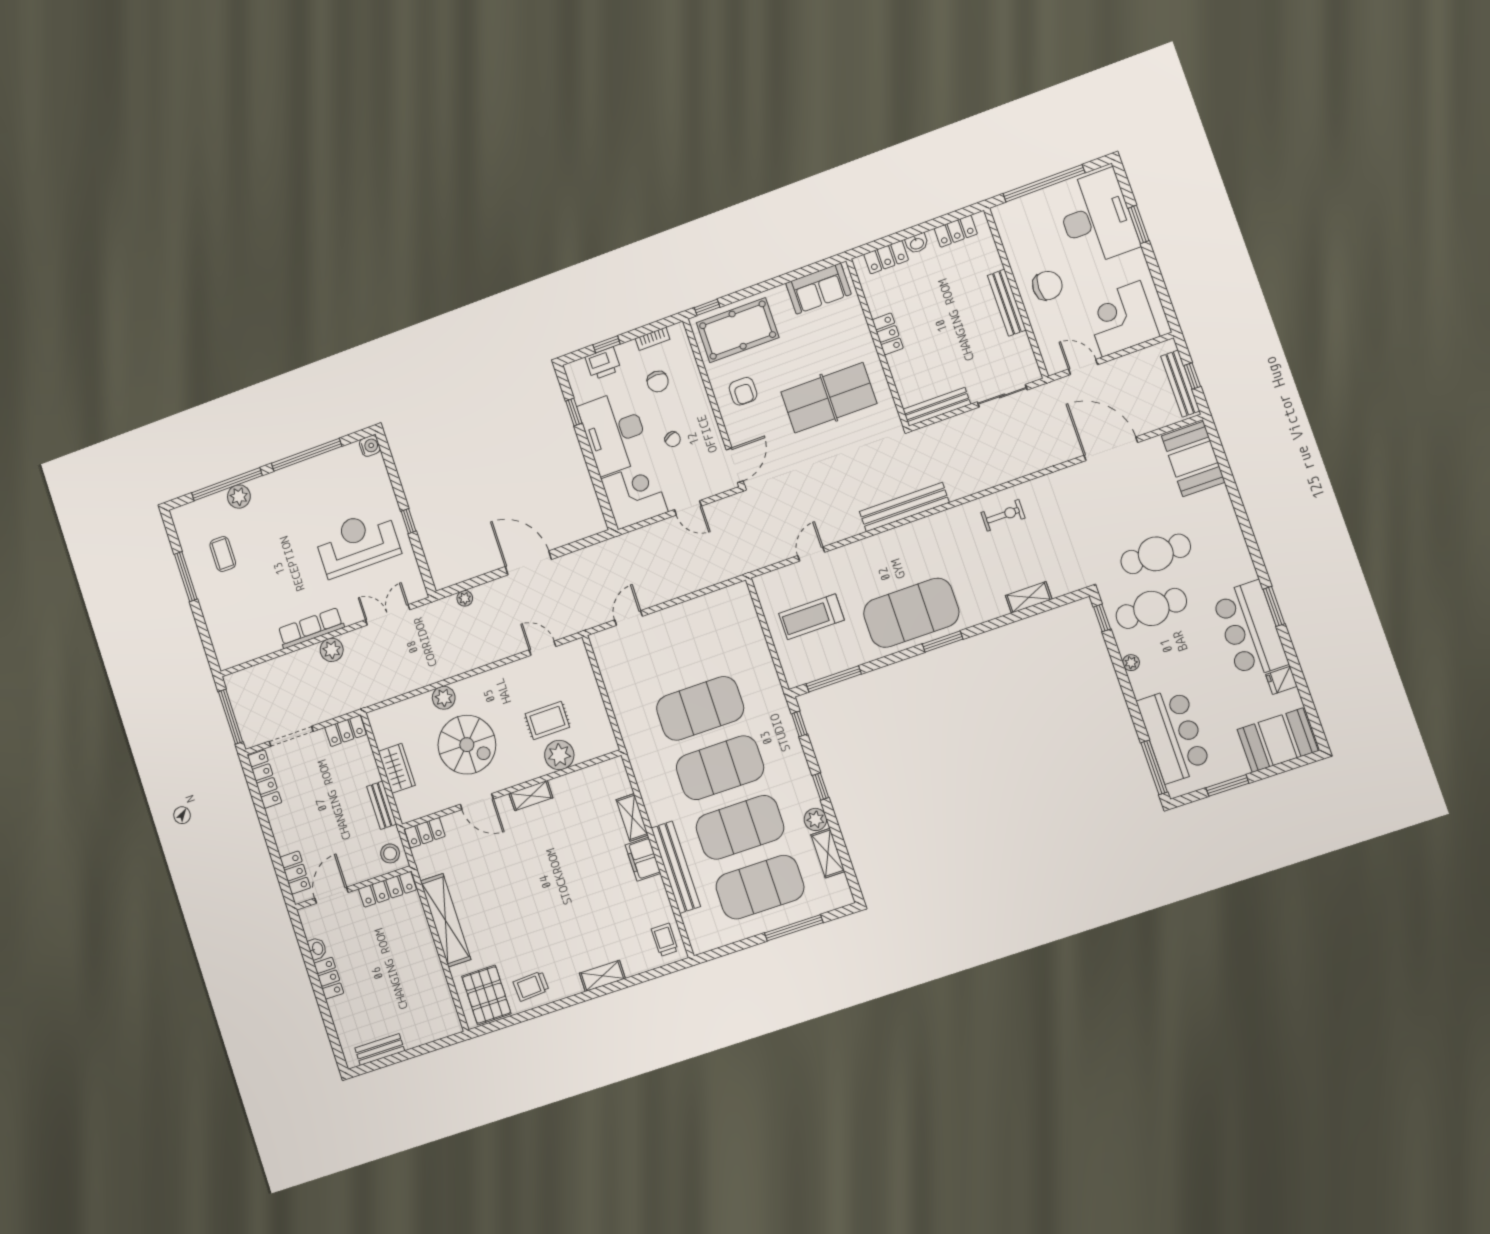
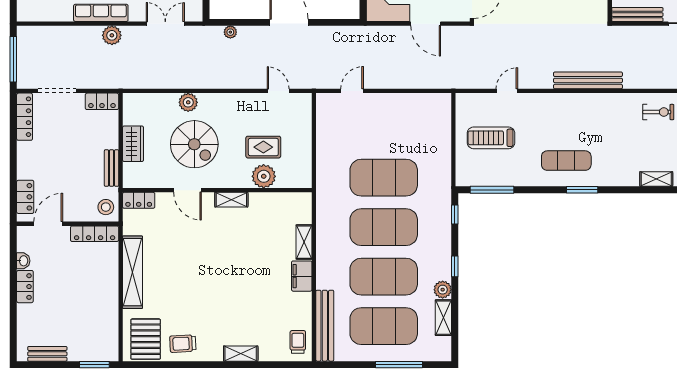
door: (688, 508) -> (426, 24), width x1.38
exercise mat: (911, 613) -> (566, 161), width x0.50, depth x0.69
bench: (676, 867) -> (325, 326), moved
window: (438, 1045) -> (94, 365), added

